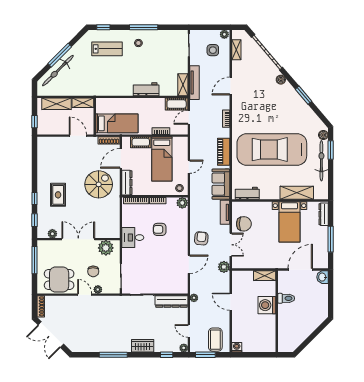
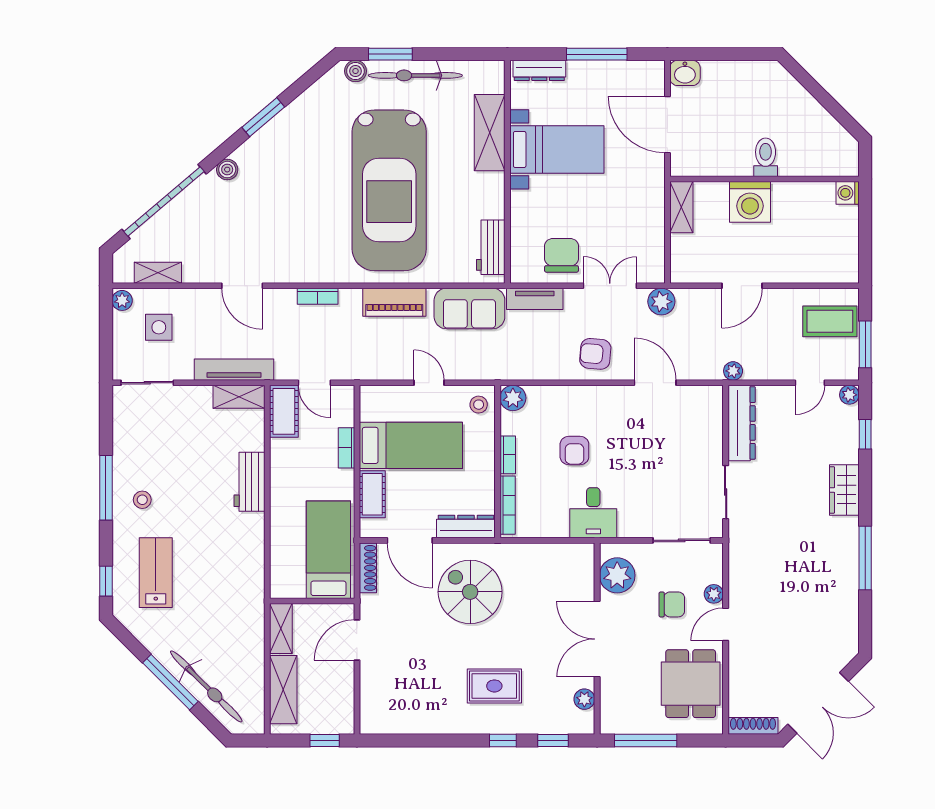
toilet: (286, 298) -> (766, 157), moved
washing machine: (237, 347) -> (848, 193), moved

